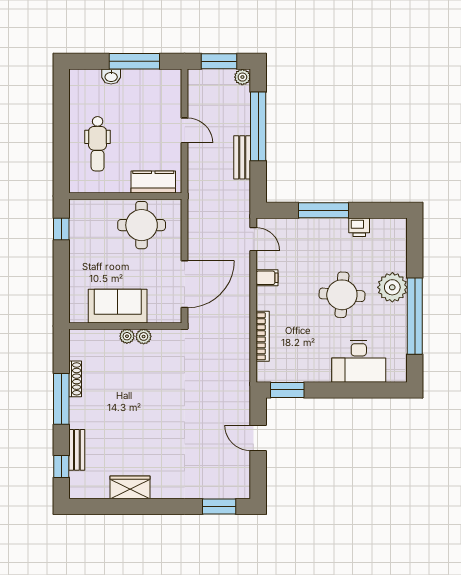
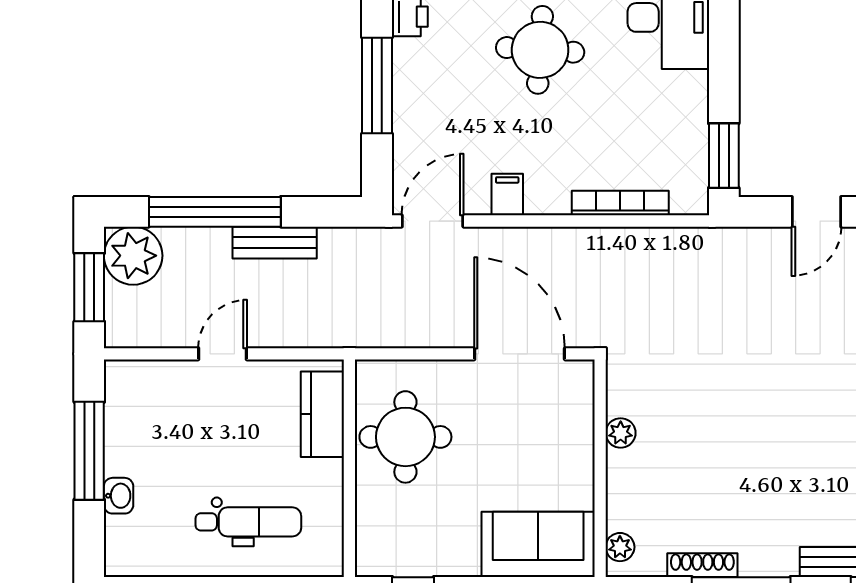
plant: (242, 77) -> (133, 256), width x1.87, depth x1.87
door: (253, 239) -> (433, 221), width x1.38
sofa: (118, 306) -> (538, 544), moved, turned 90
plant: (127, 336) -> (620, 547), moved

